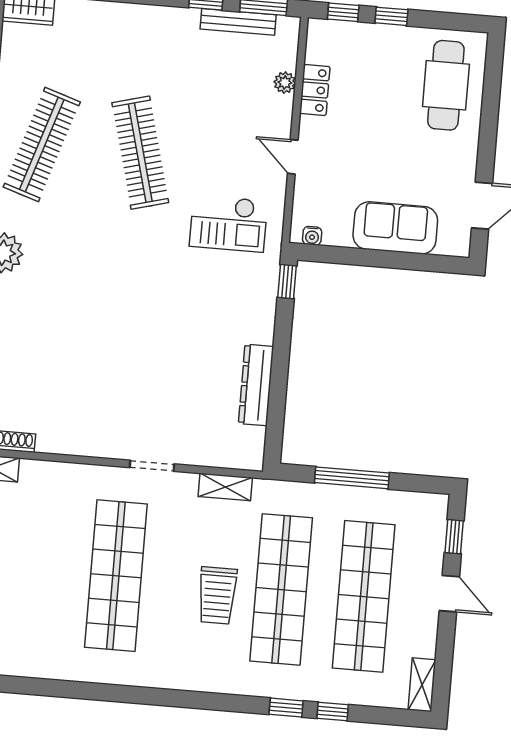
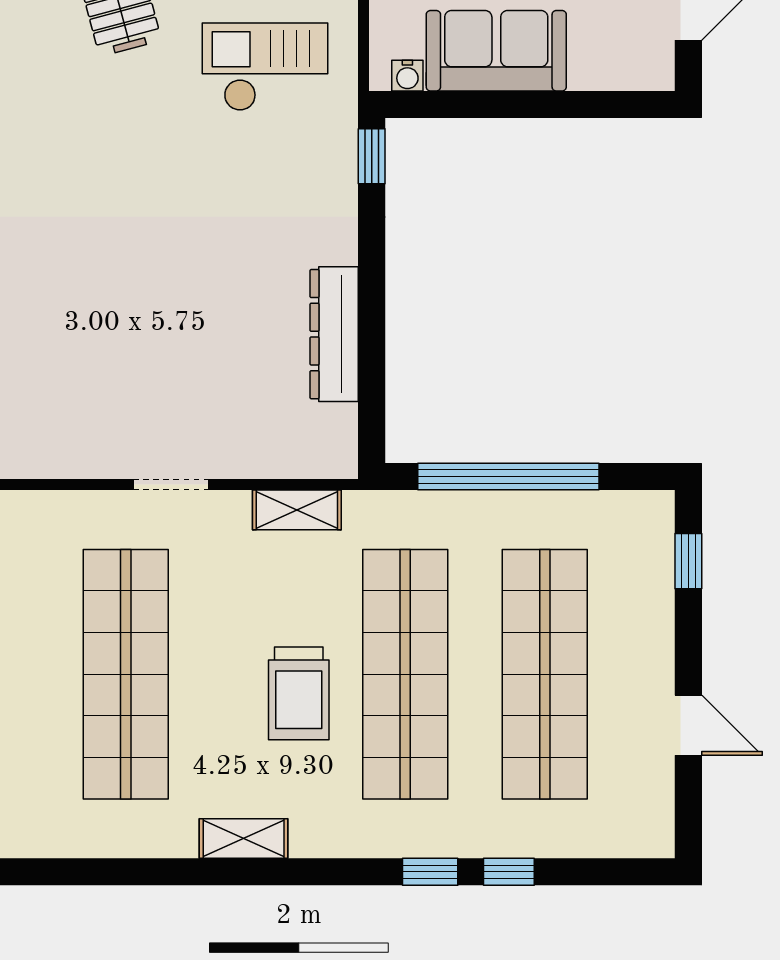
checkout: (228, 223) -> (265, 67), turned 180
sofa: (395, 228) -> (496, 51), moved
window: (352, 478) -> (508, 477), width x1.46
door: (449, 594) -> (688, 725), moved
shelving: (422, 685) -> (244, 839), moved, turned 90

